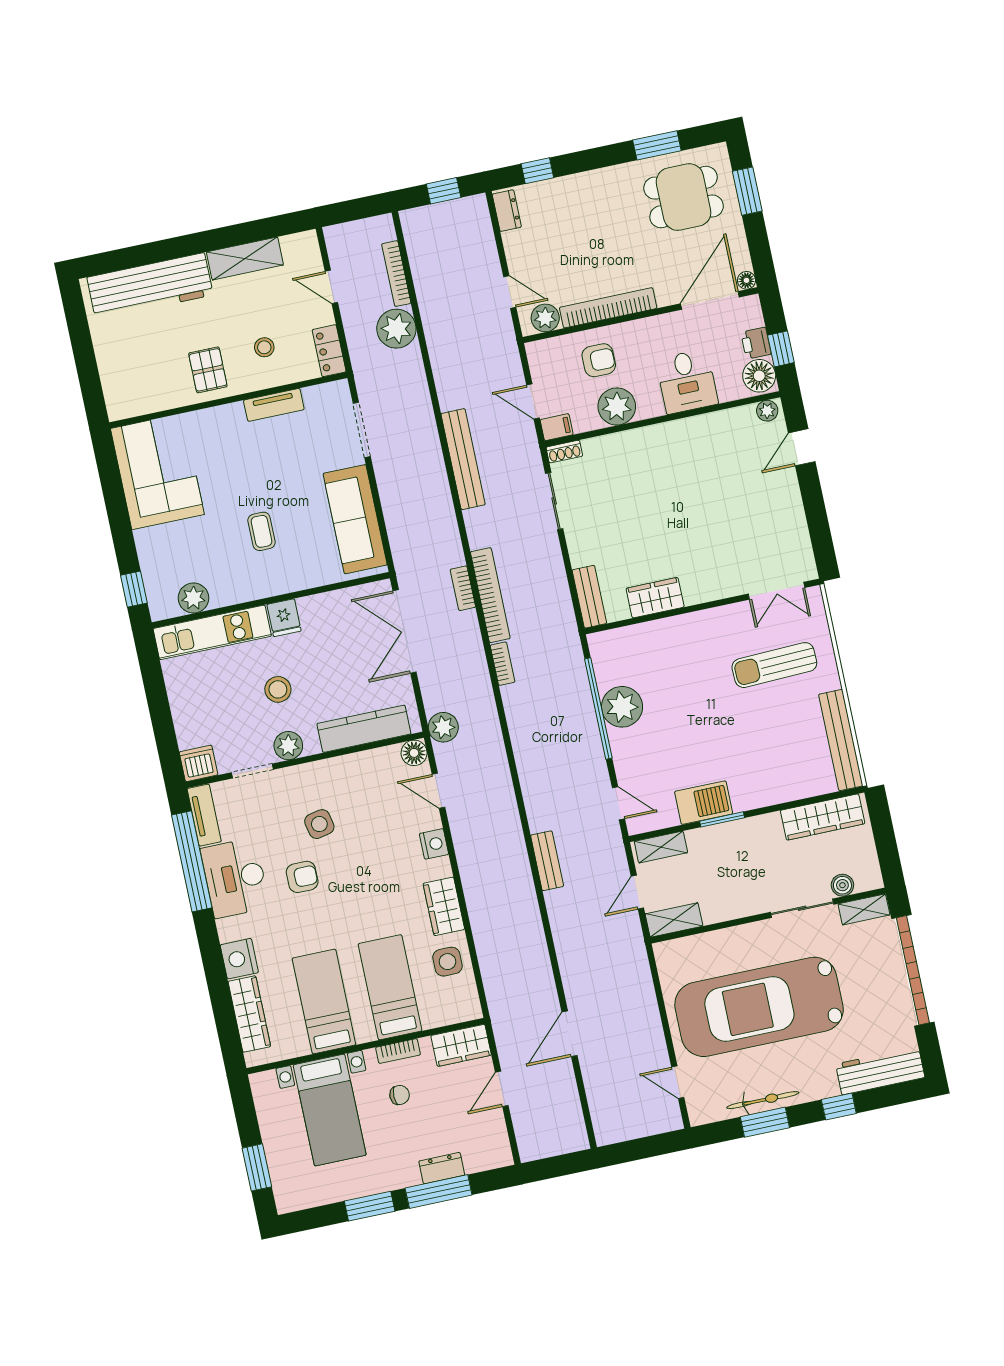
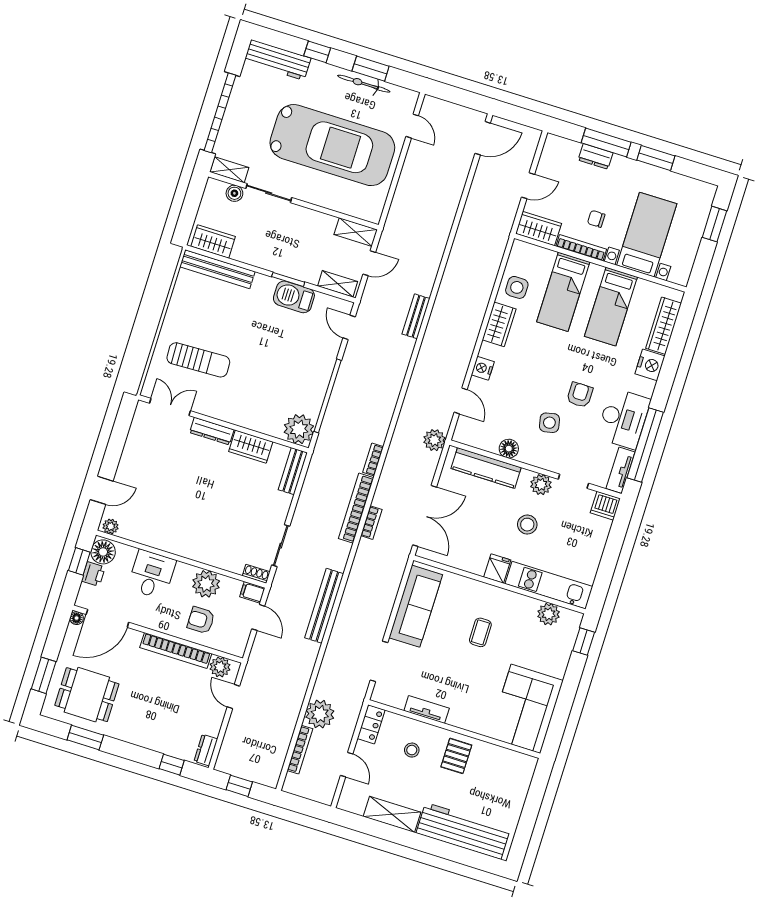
dresser: (711, 590) -> (212, 431), added
plant: (622, 707) -> (299, 429), moved
bench: (841, 740) -> (217, 269), moved, turned 90
floor lamp: (414, 753) -> (509, 449), moved
wardrobe: (823, 817) -> (213, 241), width x0.67
armchair: (302, 877) -> (580, 395), turned 90
door: (569, 1034) -> (483, 138), moved
bookcase: (398, 1051) -> (581, 248), width x1.56

